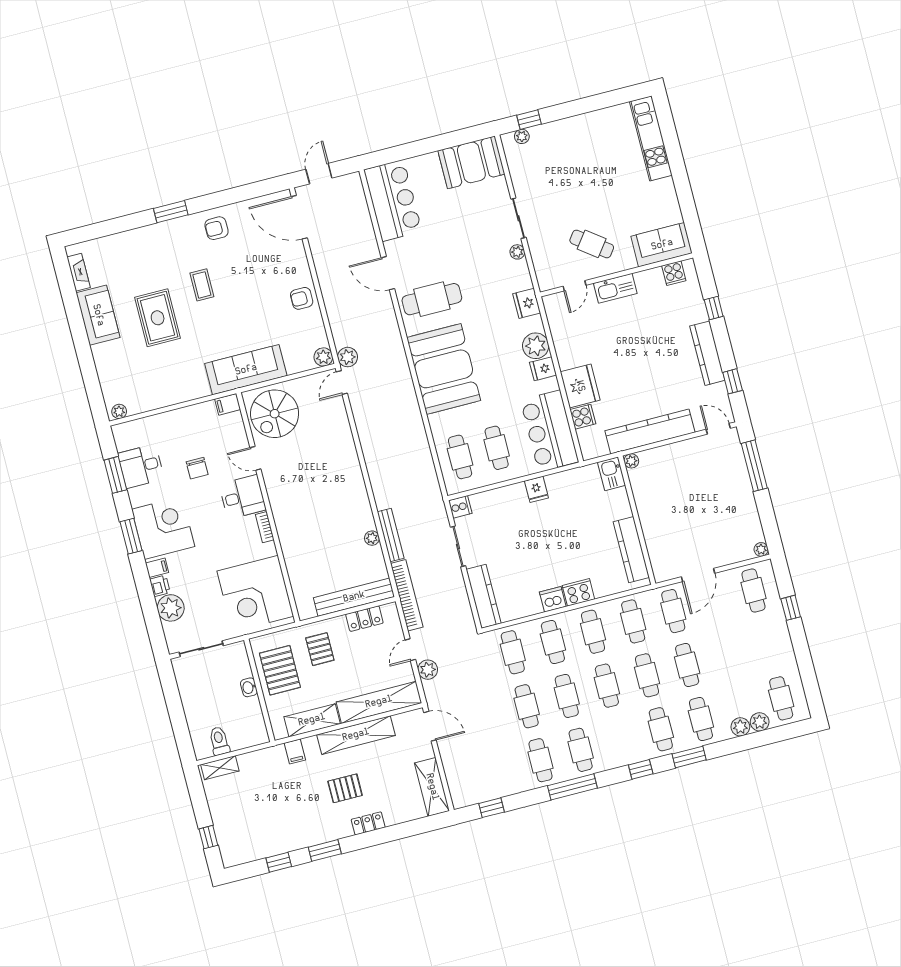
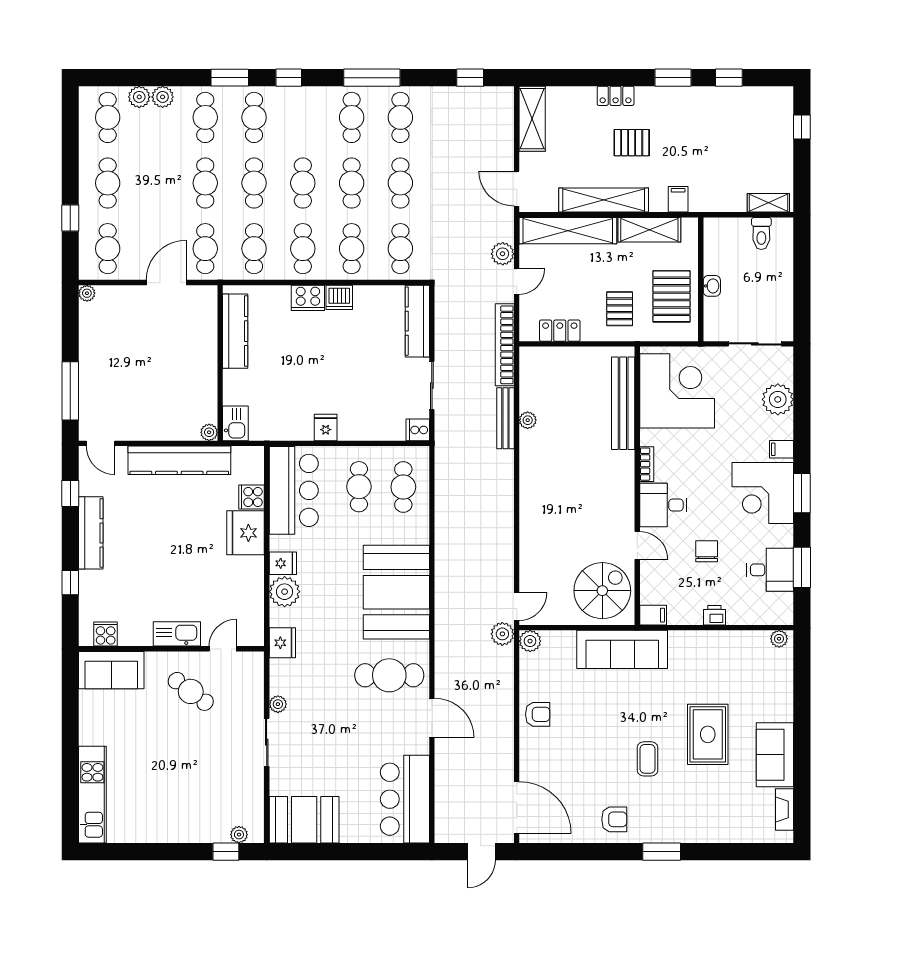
printer: (160, 586) -> (714, 615), moved, turned 90
bench: (354, 597) -> (623, 403), moved, turned 90
cafe table: (767, 644) -> (108, 183), added

